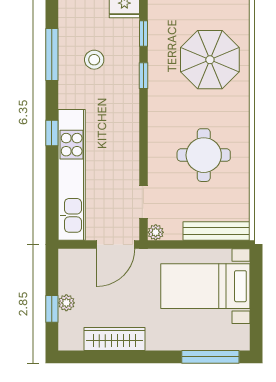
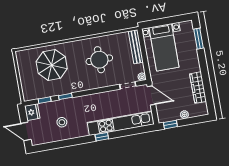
window: (52, 55) -> (63, 144), removed
window: (52, 309) -> (170, 125), moved
window: (210, 357) -> (199, 39), width x0.69

